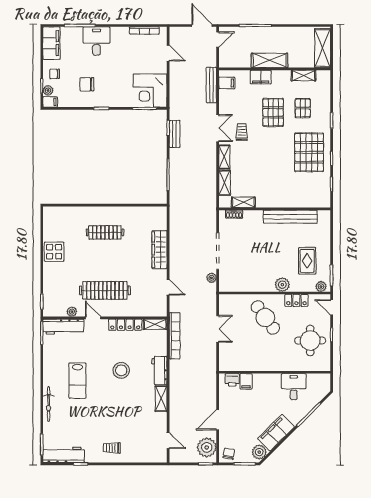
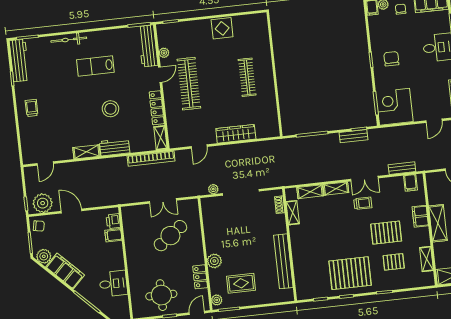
chair: (87, 84) -> (391, 59), moved
bench: (211, 85) -> (402, 168), width x0.73
cafe table: (265, 317) -> (170, 236), moved

